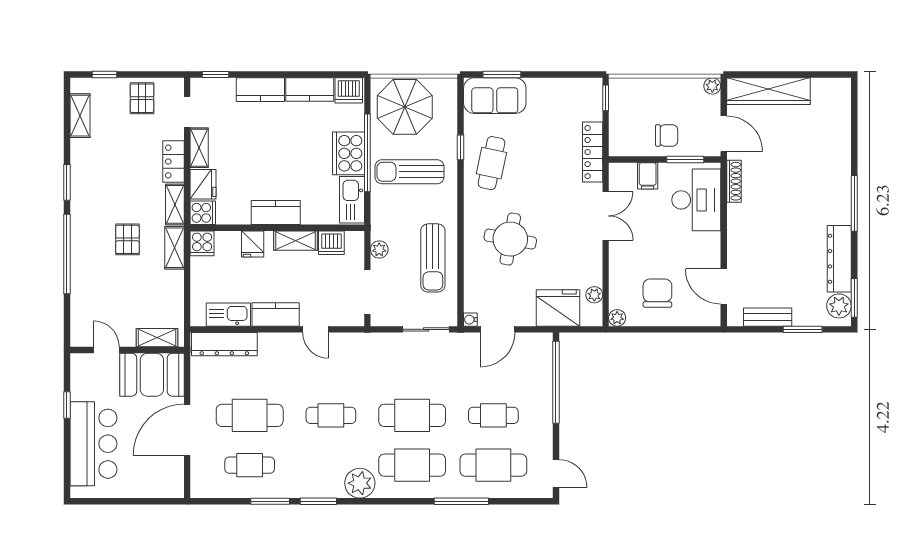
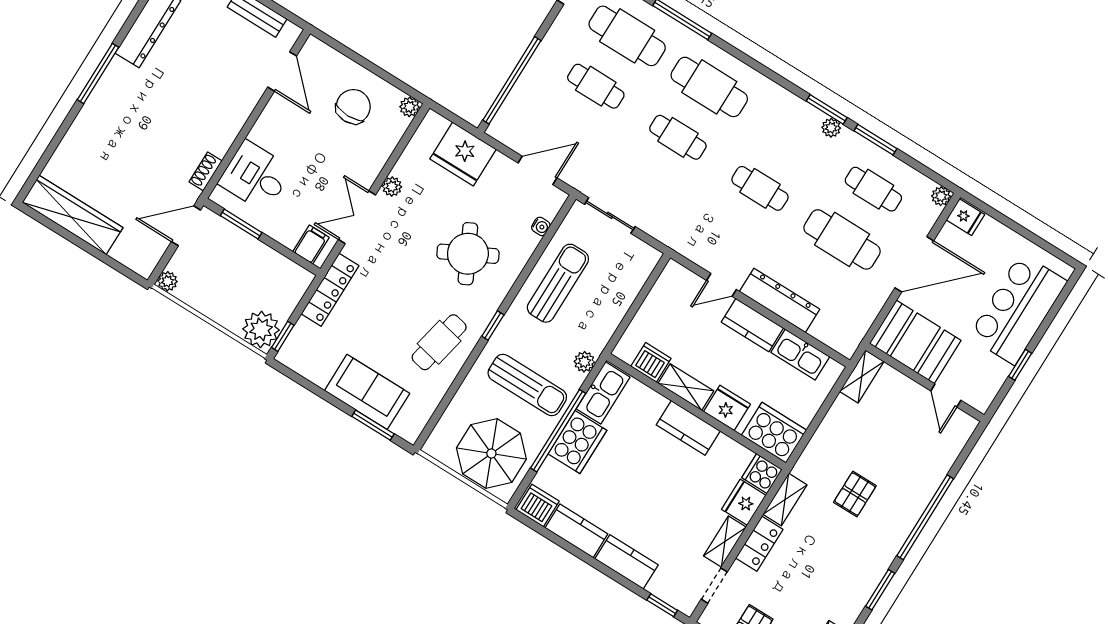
wardrobe: (768, 91) -> (73, 215), moved
plant: (624, 93) -> (261, 329), added
sofa: (495, 96) -> (367, 392), moved
door: (724, 134) -> (186, 226), hinge flipped
chair: (667, 135) -> (245, 260), removed
window: (461, 147) -> (493, 326), moved
filing cabinet: (648, 176) -> (311, 245), moved
shoe rack: (734, 181) -> (205, 171), width x0.70
desk: (696, 200) -> (255, 176), width x0.73
round table: (510, 239) -> (468, 254), turned -37
cooker: (202, 243) -> (774, 433), width x1.87, depth x1.31
fridge: (253, 244) -> (727, 408), width x1.38
shelving: (174, 248) -> (813, 456), removed
plant: (379, 249) -> (584, 362), moved
doorway: (367, 292) -> (646, 290), removed
chair: (657, 293) -> (353, 107), turned 180
plant: (594, 295) -> (392, 187), moved
water cooler: (470, 320) -> (541, 226), moved
door: (315, 329) -> (721, 285), swing flipped
shelving: (157, 338) -> (862, 376), moved, turned 90
dresser: (224, 344) -> (780, 300), moved
cafe table: (412, 415) -> (678, 137), width x0.73, depth x0.74
plant: (360, 483) -> (831, 128), moved, width x0.53, depth x0.53
fridge: (171, 486) -> (965, 217), added
plant: (198, 490) -> (941, 196), added

